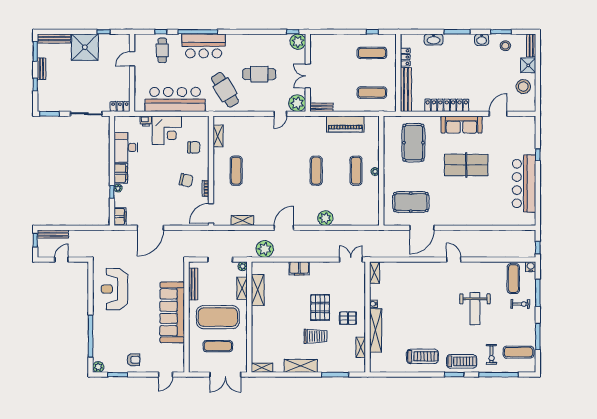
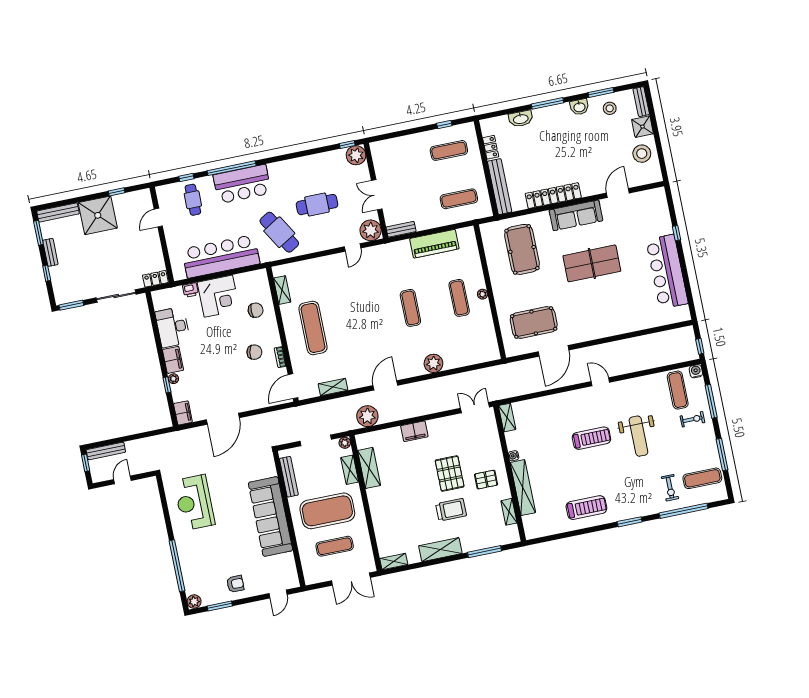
exercise mat: (236, 171) -> (313, 328), width x1.36, depth x1.45
treadmill: (462, 361) -> (591, 438), moved

